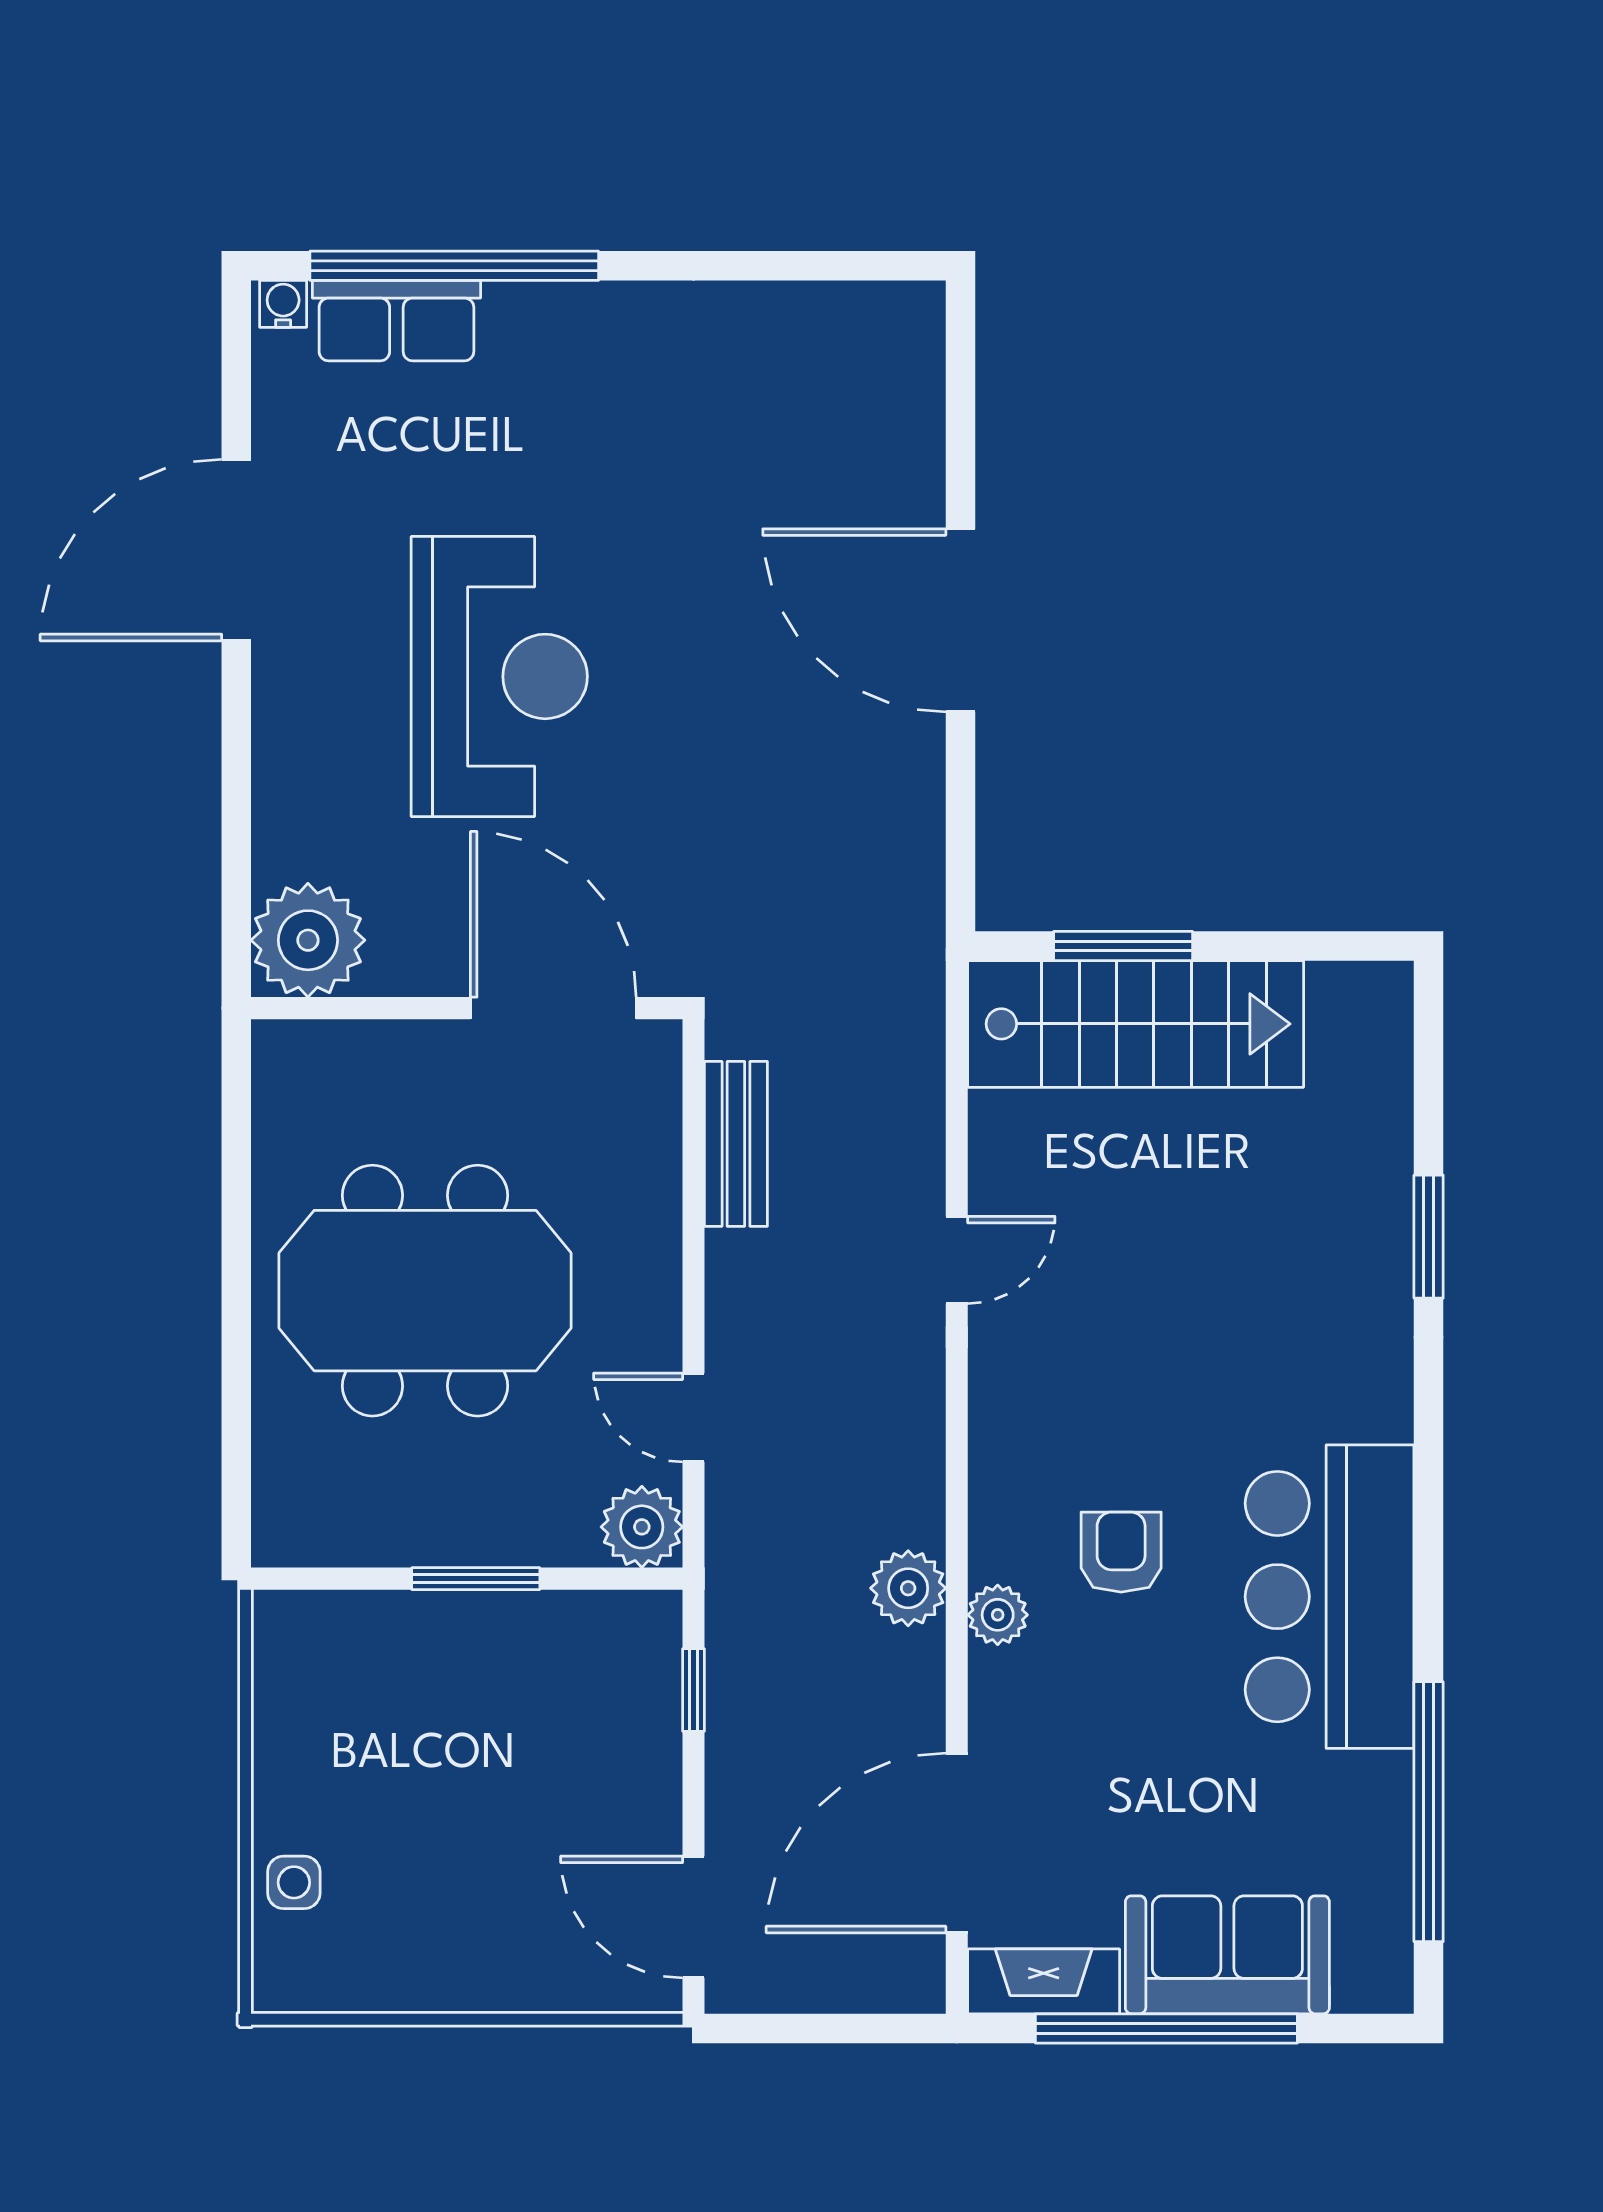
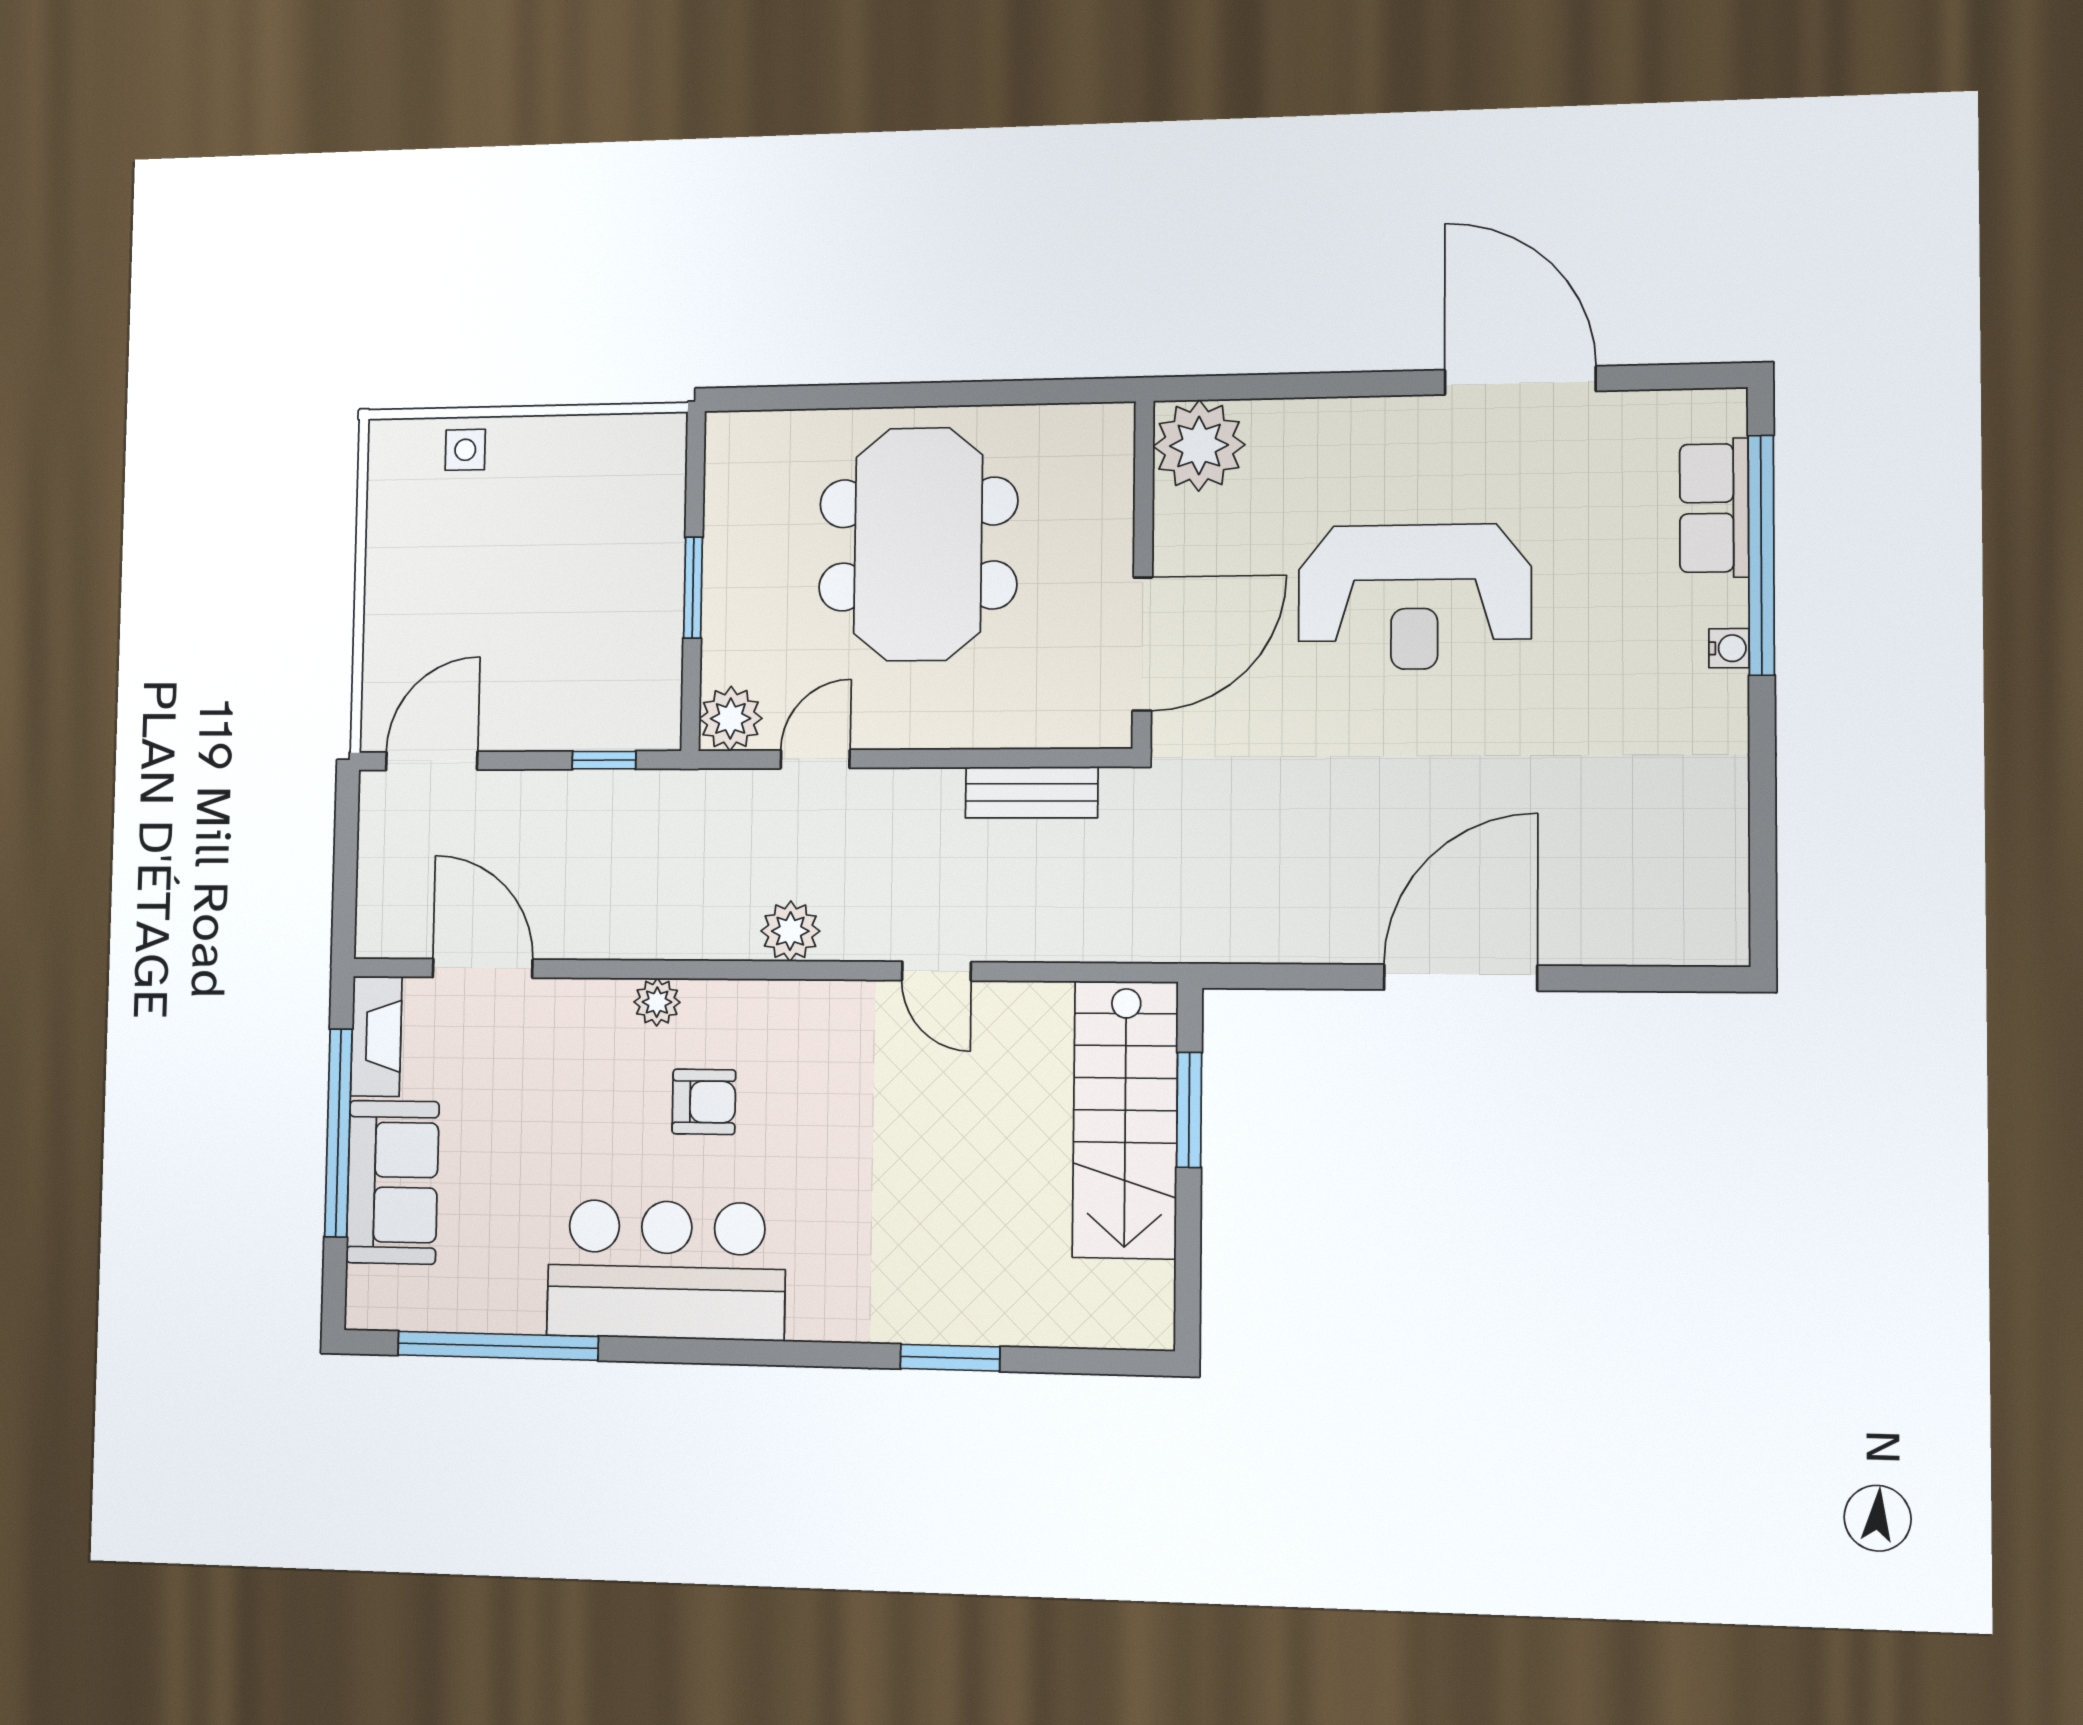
water cooler: (283, 304) -> (1729, 648), moved
plant: (908, 1588) -> (790, 931), moved
door: (957, 1843) -> (483, 968), width x0.73

